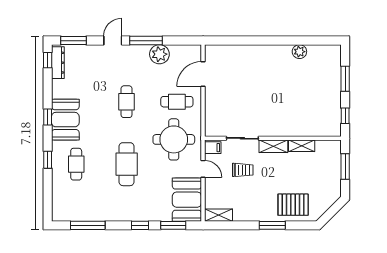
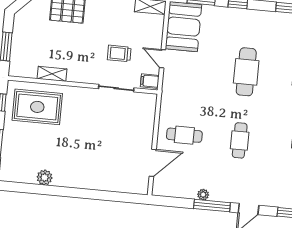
plant: (159, 54) -> (203, 195), width x0.53, depth x0.53
rug: (312, 115) -> (37, 107), added
round table: (174, 139) -> (192, 94), removed
shelving: (273, 146) -> (83, 76), removed

